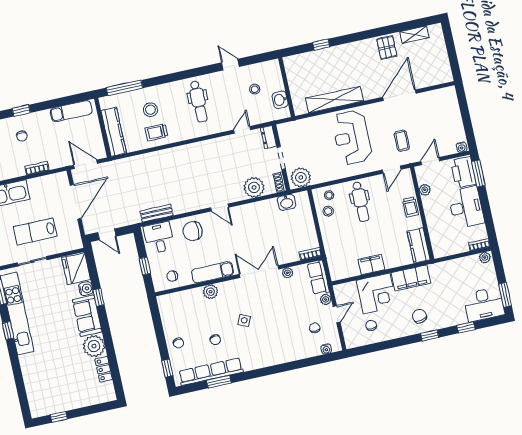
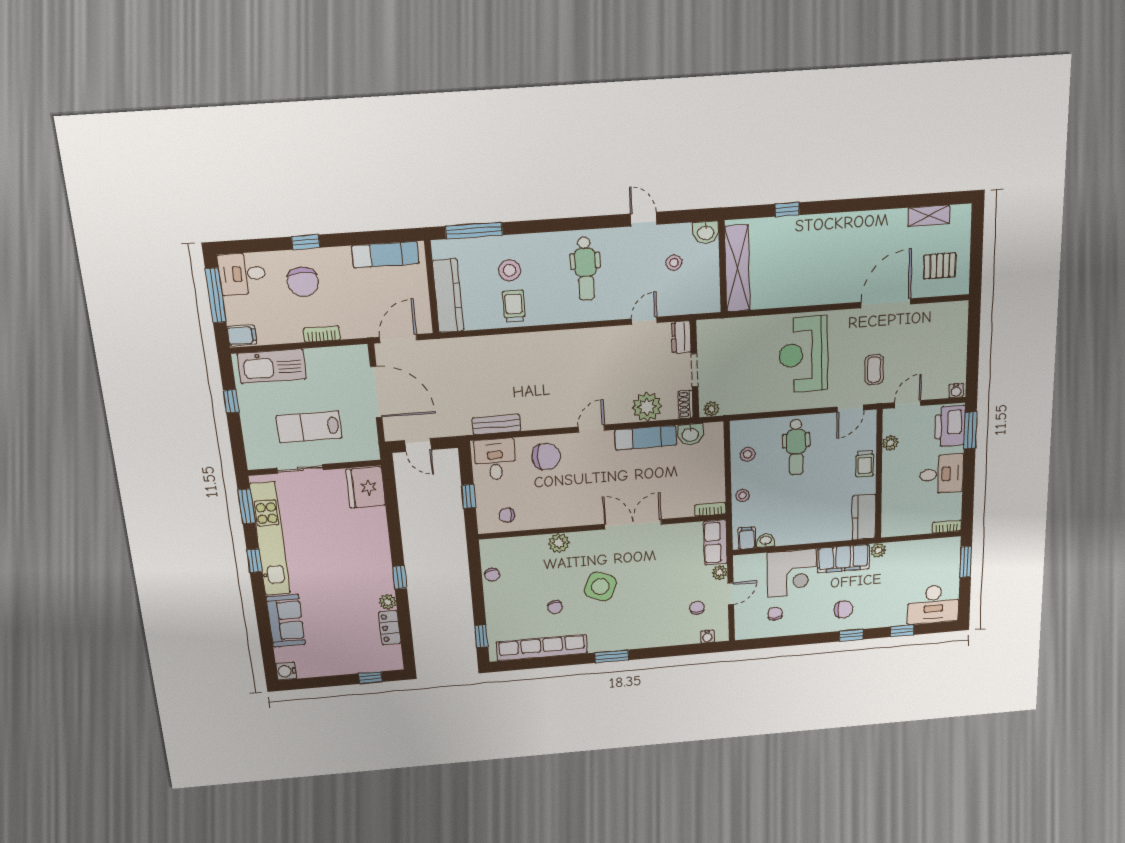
pallet: (387, 48) -> (940, 266), moved, turned 90
washbasin: (280, 100) -> (706, 232), moved, turned -90
shelving: (335, 100) -> (737, 269), moved, turned 90
trolley: (156, 132) -> (514, 306), turned 90
chair: (22, 136) -> (303, 282), width x1.87, depth x1.87
door: (86, 164) -> (398, 339), hinge flipped
plant: (301, 177) -> (711, 409), width x0.53, depth x0.53
stool: (329, 195) -> (743, 496), moved
door: (76, 202) -> (376, 392), hinge flipped
door: (220, 207) -> (591, 429), swing flipped
desk: (466, 207) -> (942, 474), width x0.73
chair: (193, 231) -> (546, 457), turned 180
plant: (485, 258) -> (878, 550), moved
filing cabinet: (371, 264) -> (747, 538), moved, width x0.50
exam couch: (212, 272) -> (646, 438), moved, turned 180
washbasin: (353, 272) -> (766, 541), added
plant: (288, 273) -> (673, 531), removed
water cooler: (86, 289) -> (286, 671), moved, turned 180
window: (505, 295) -> (966, 562), moved
window: (99, 297) -> (400, 577), moved
sofa: (87, 316) -> (286, 621), moved, turned 180
chair: (420, 316) -> (843, 609), turned 101
side table: (244, 320) -> (600, 587), width x1.87, depth x1.87
chair: (178, 343) -> (492, 575), moved
plant: (94, 346) -> (388, 602), width x0.53, depth x0.53
window: (219, 382) -> (612, 656), moved
window: (59, 417) -> (370, 678), moved

